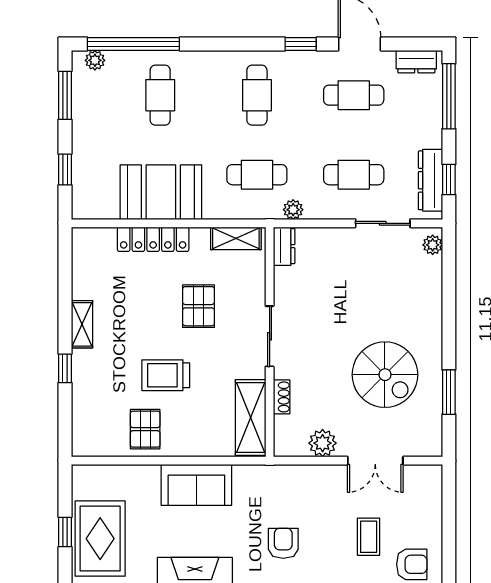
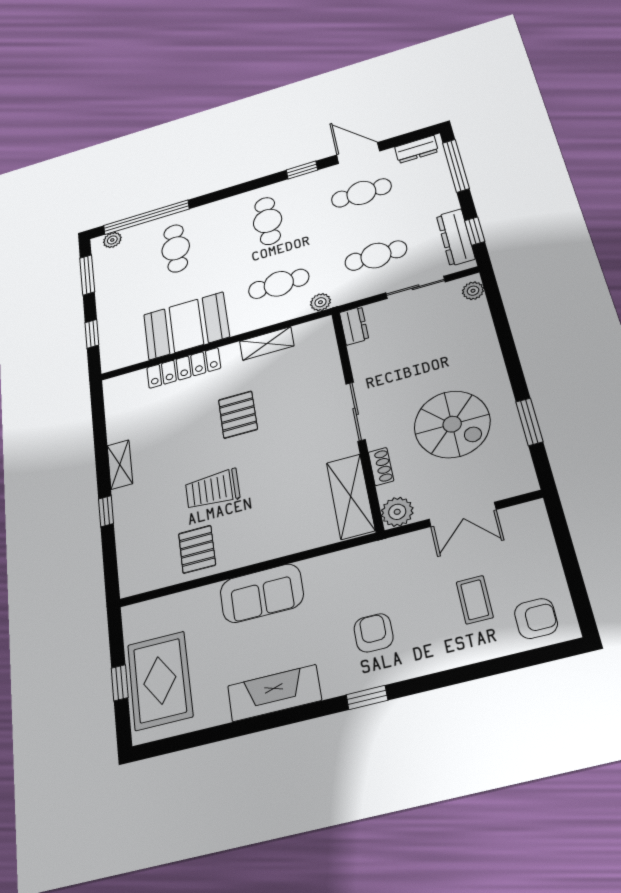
dresser: (284, 246) -> (354, 326), moved
sliding door: (270, 336) -> (356, 411), moved
wall: (270, 342) -> (357, 417), moved
shoe rack: (282, 397) -> (381, 467), moved
shelving: (251, 417) -> (350, 496), moved

